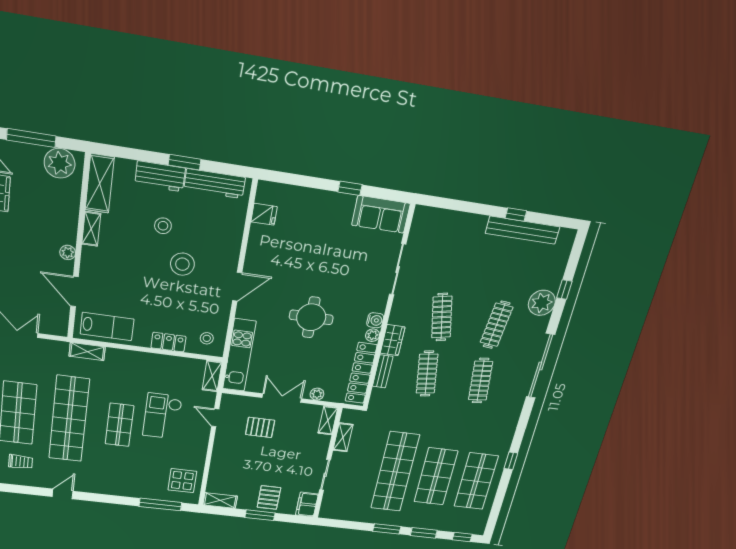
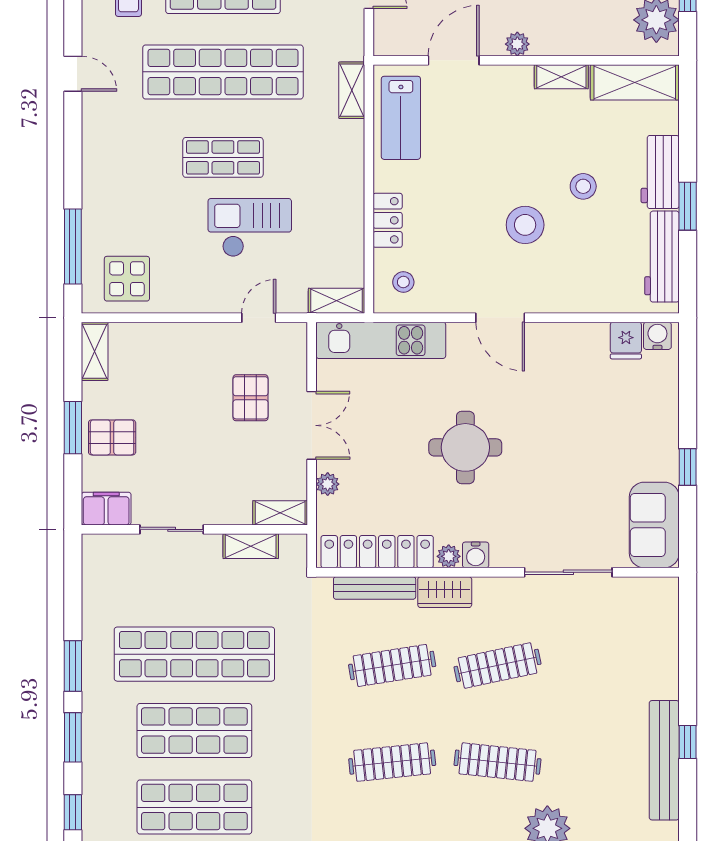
water cooler: (264, 194) -> (657, 336), added
bench: (383, 371) -> (375, 588), width x1.36

